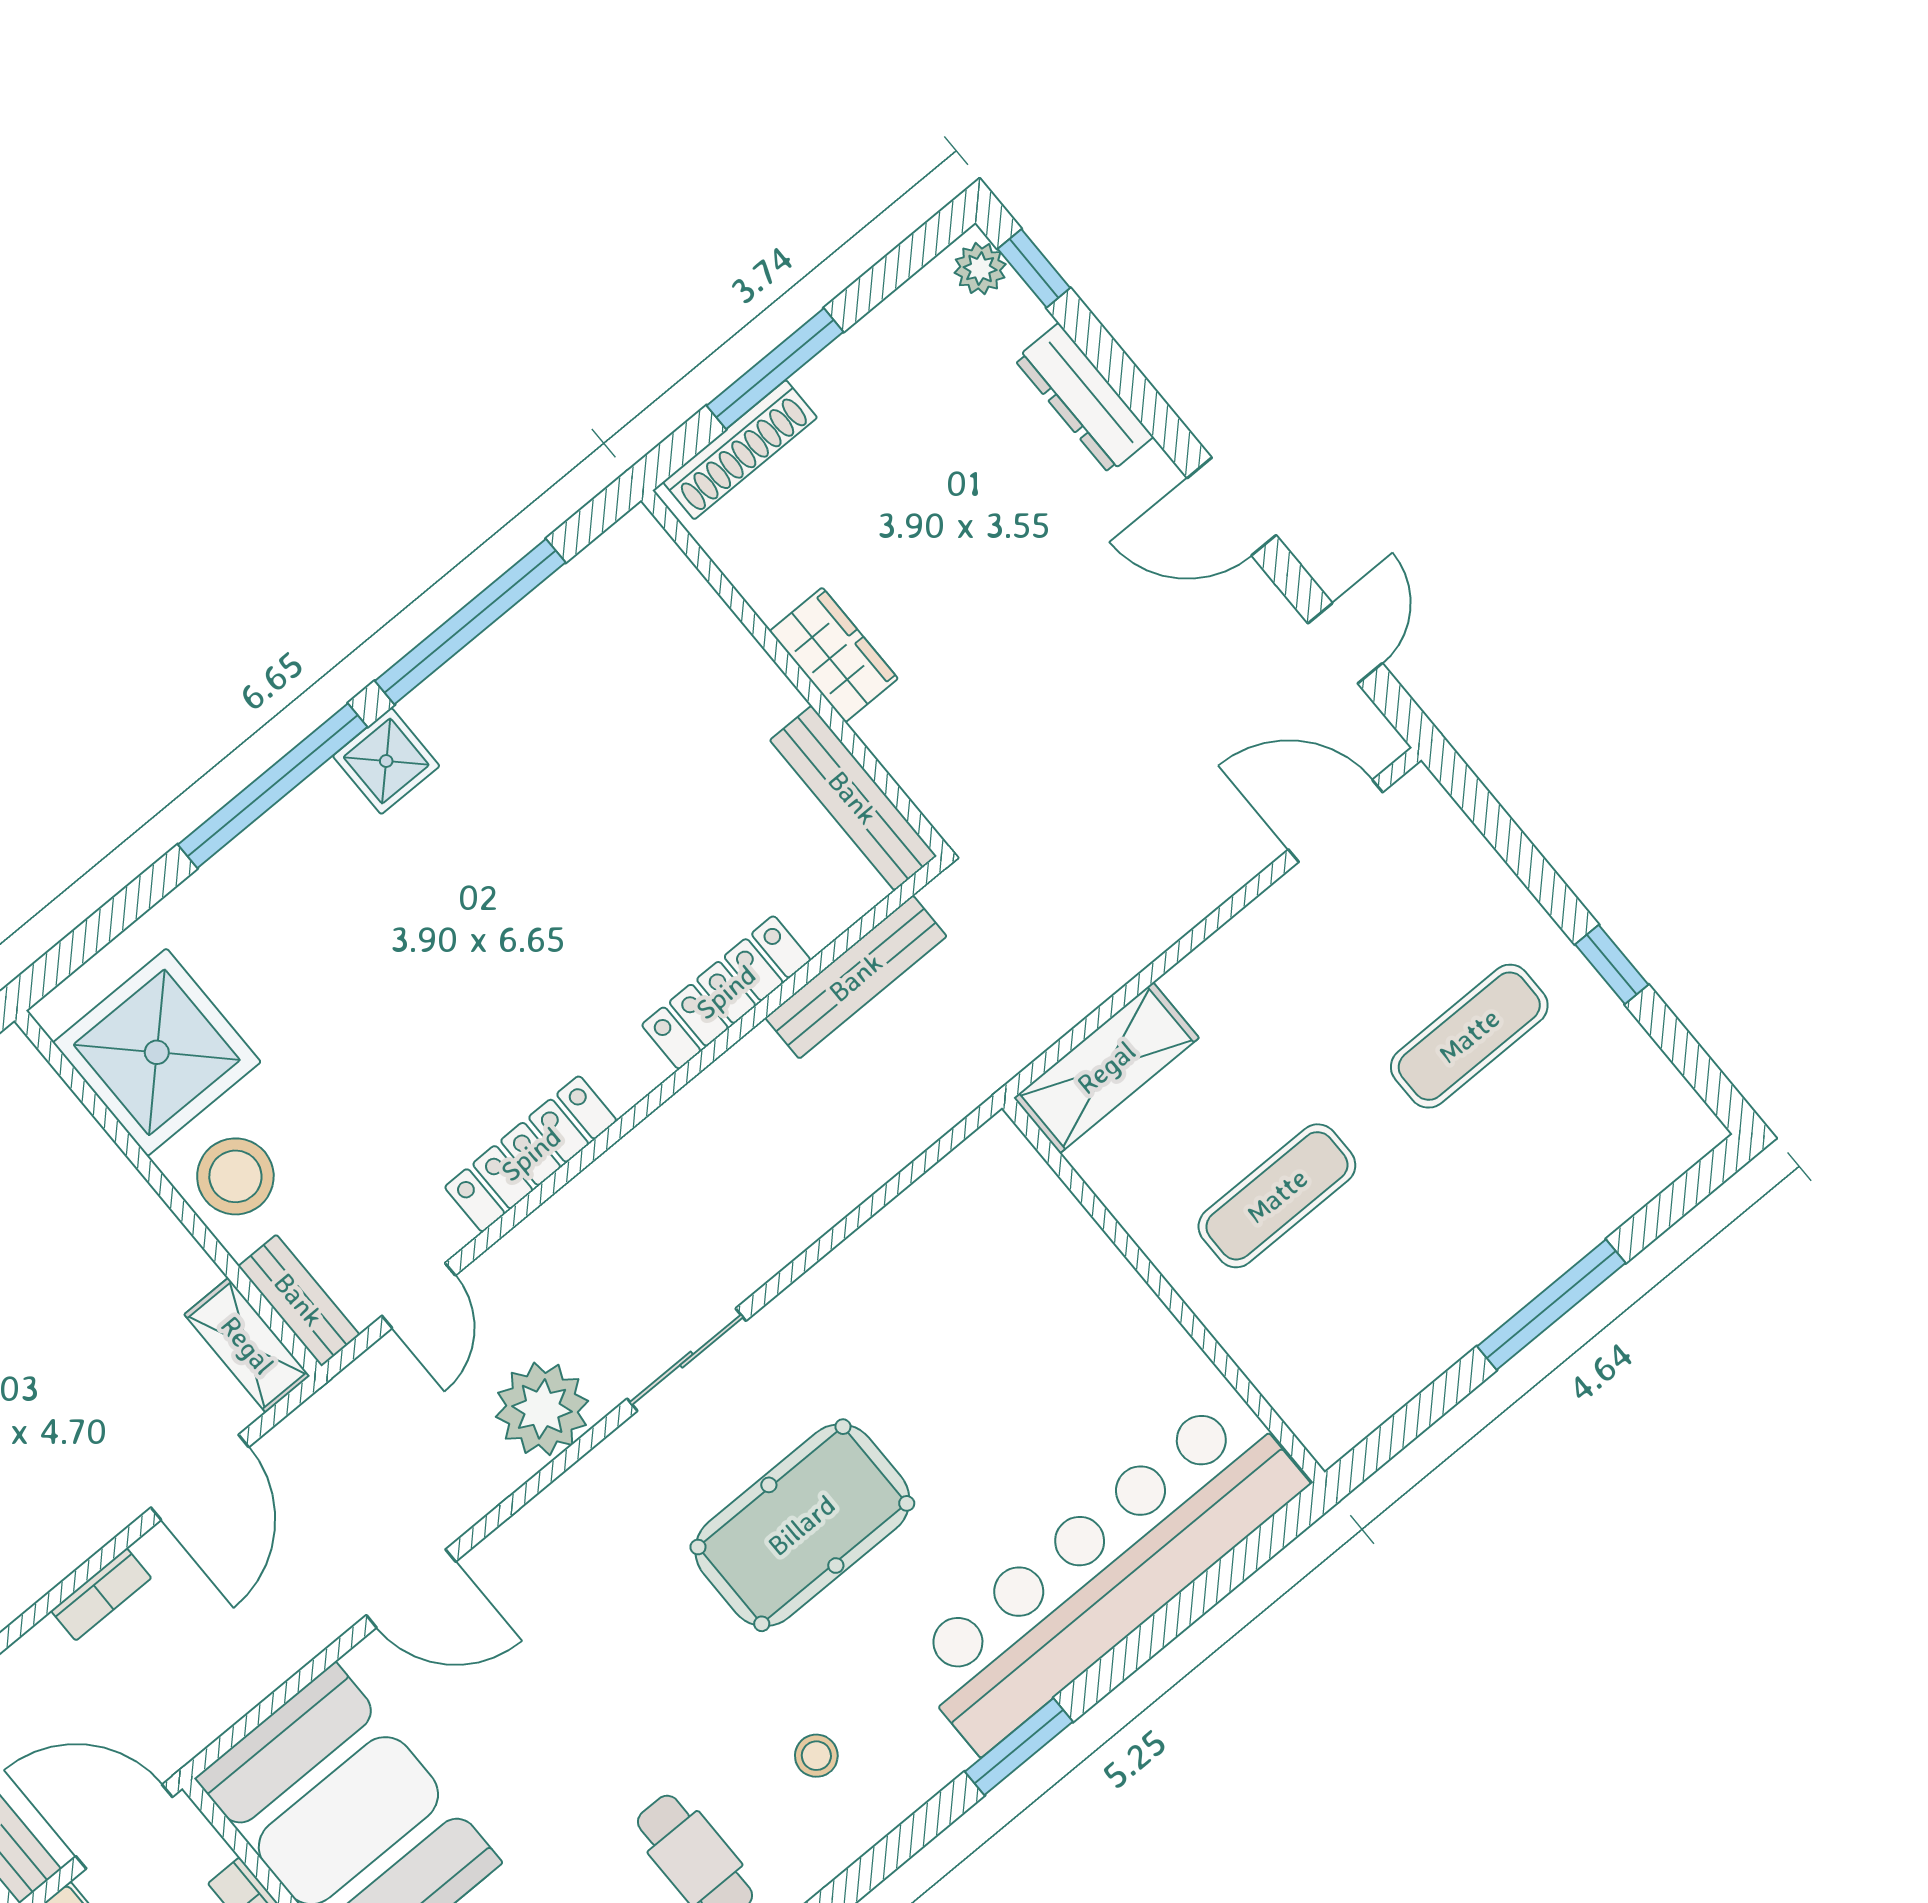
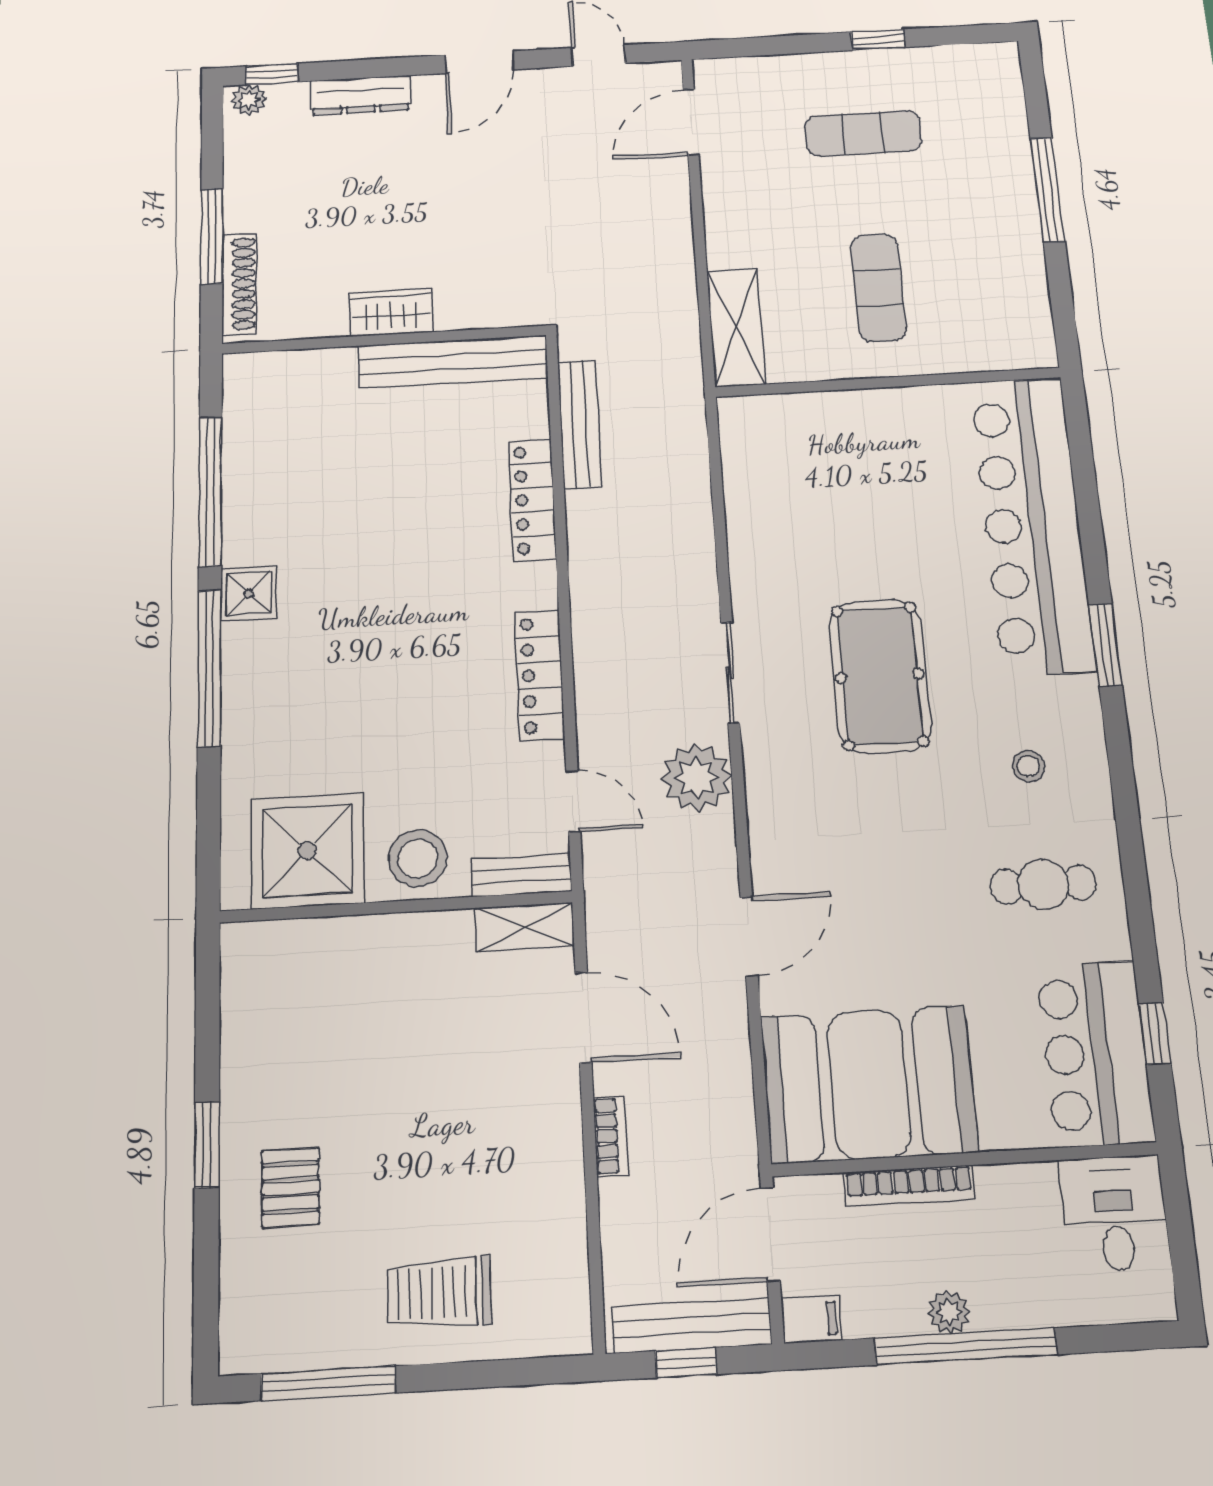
bench: (853, 798) -> (453, 362), width x1.37, depth x1.21
exercise mat: (1469, 1036) -> (863, 133), turned 90

